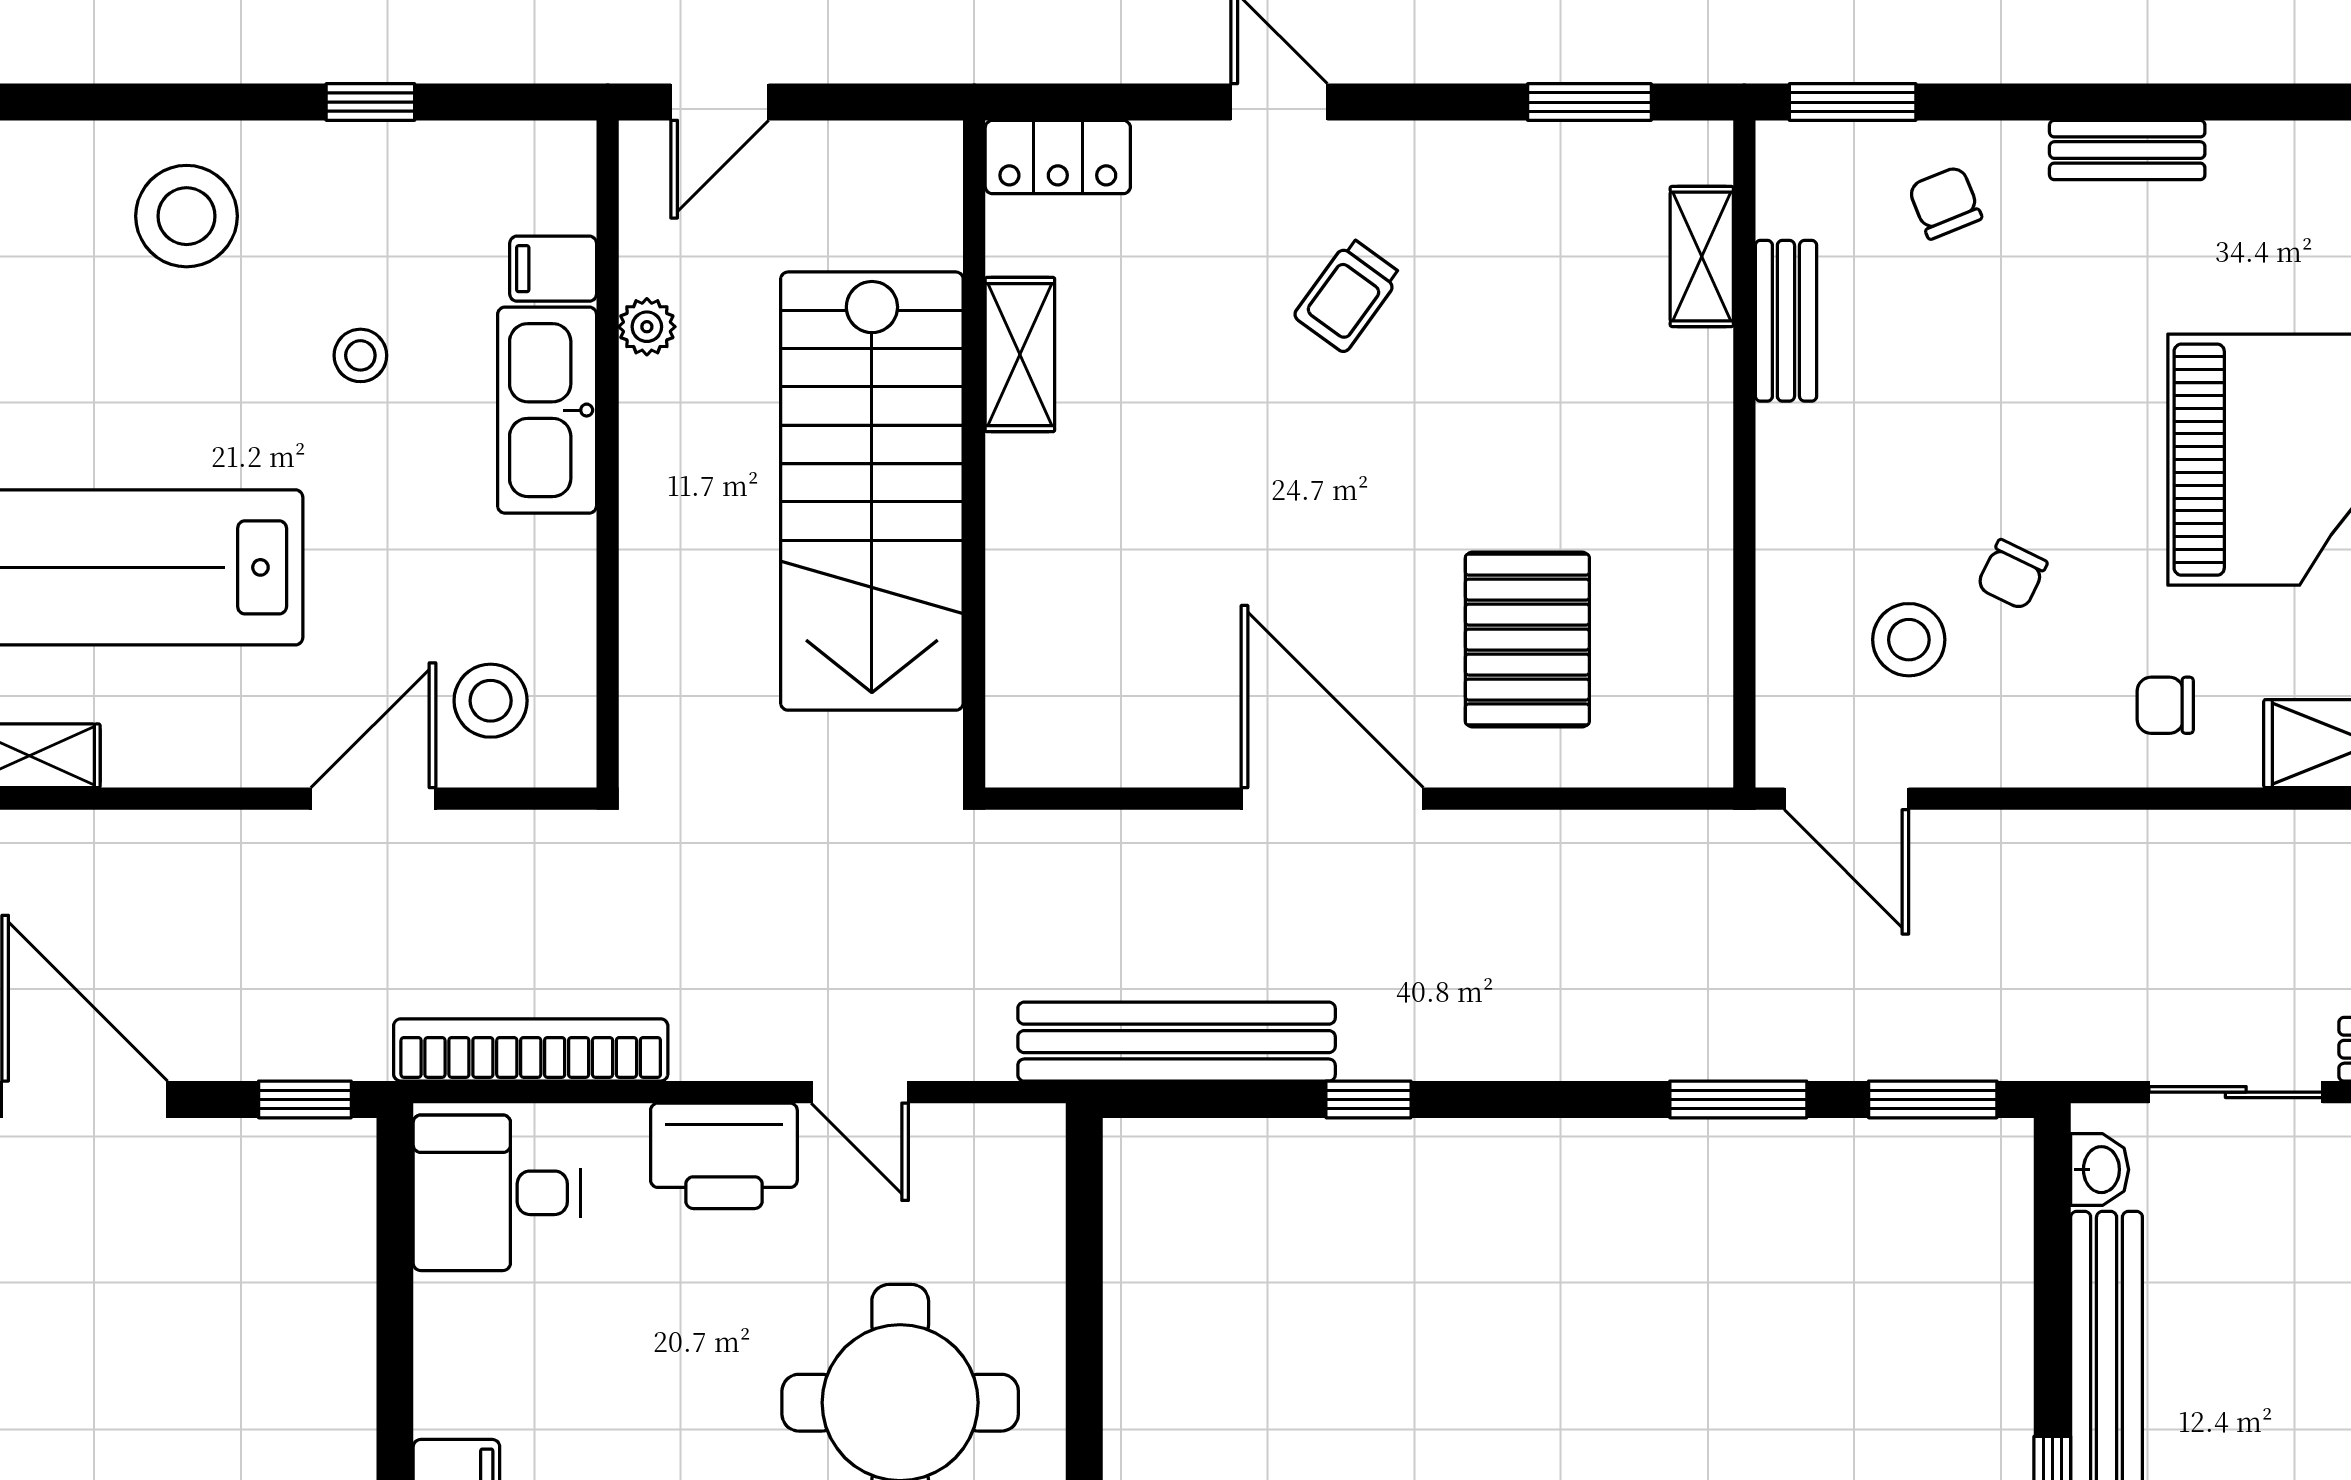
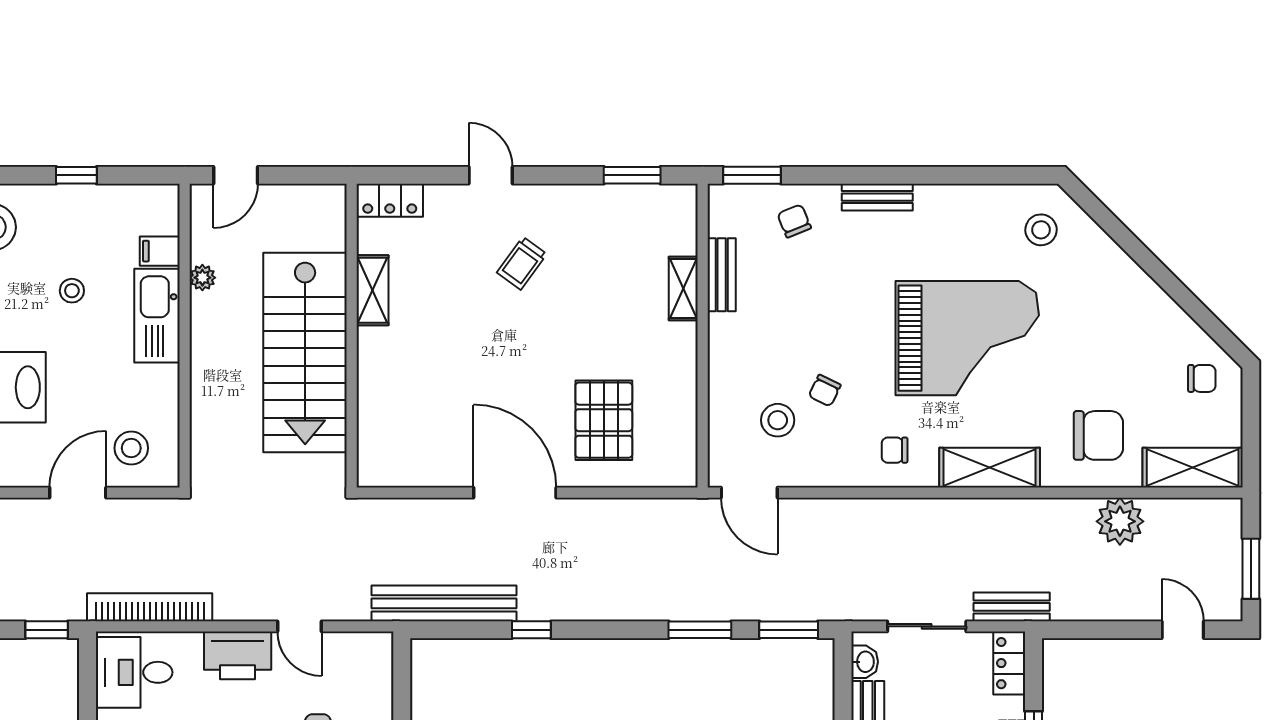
shelving: (1702, 256) -> (683, 288), moved

